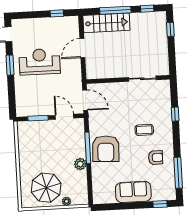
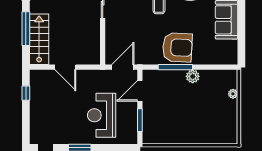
reception desk: (40, 62) -> (102, 115), moved
parasol: (46, 188) -> (217, 115), removed

